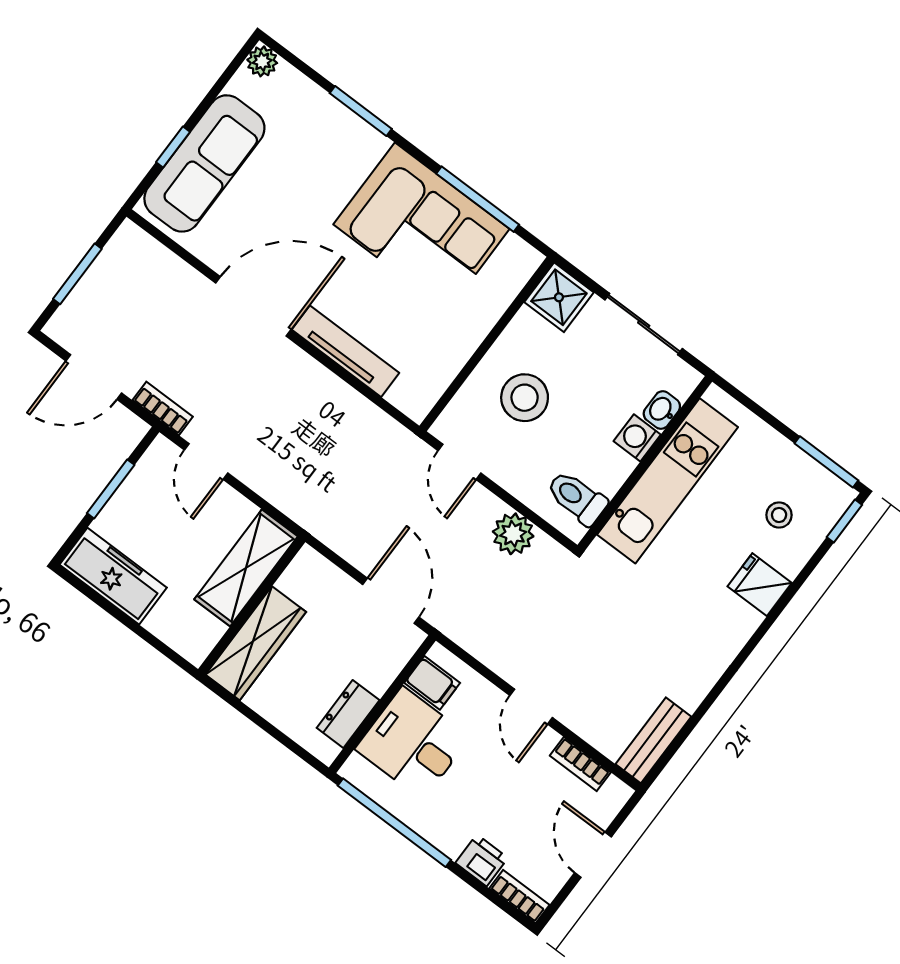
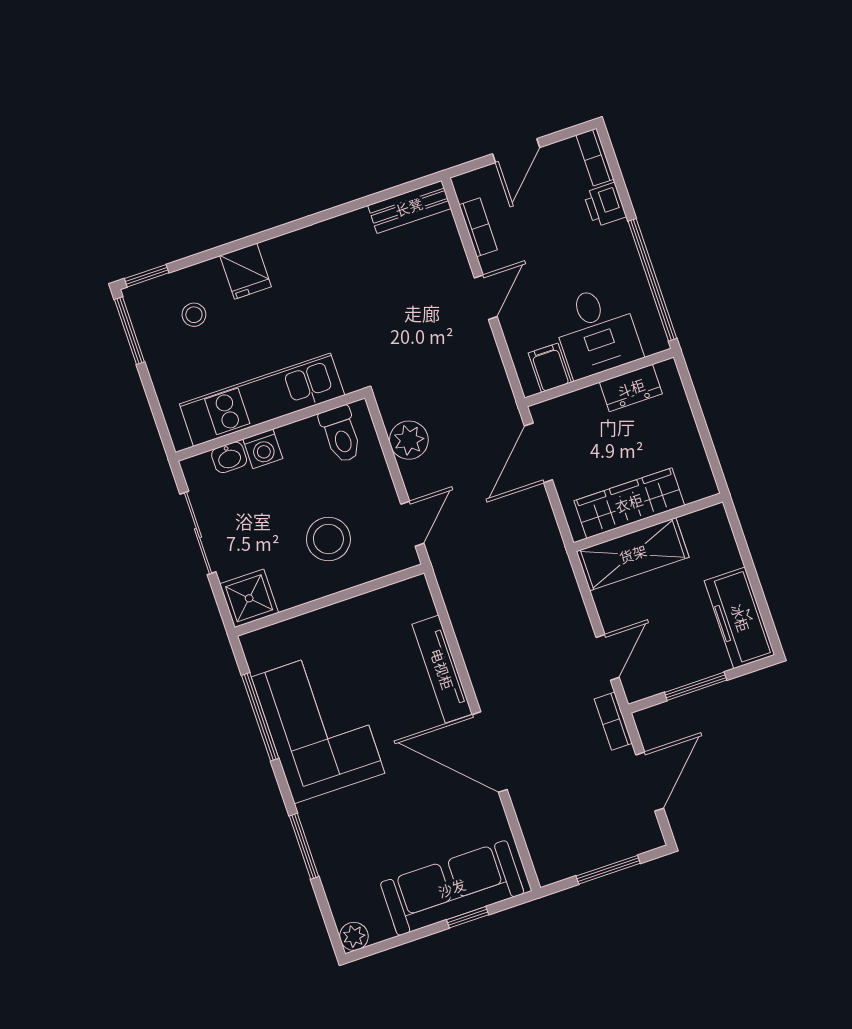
door: (94, 377) -> (650, 782), hinge flipped
wardrobe: (256, 643) -> (629, 503), moved

